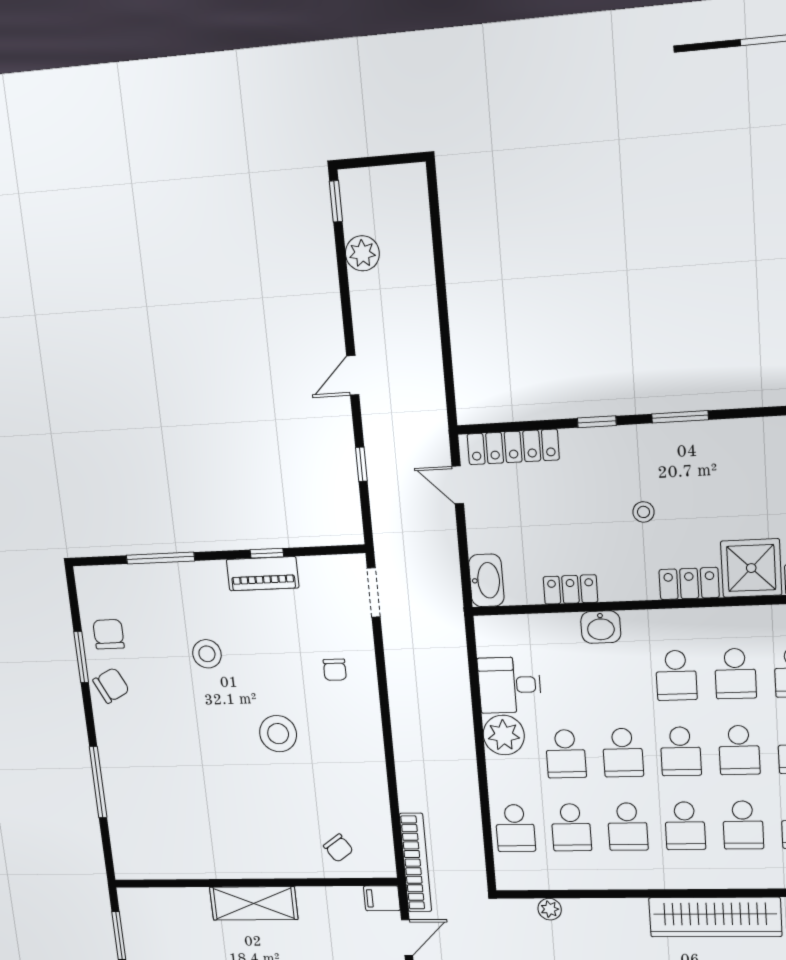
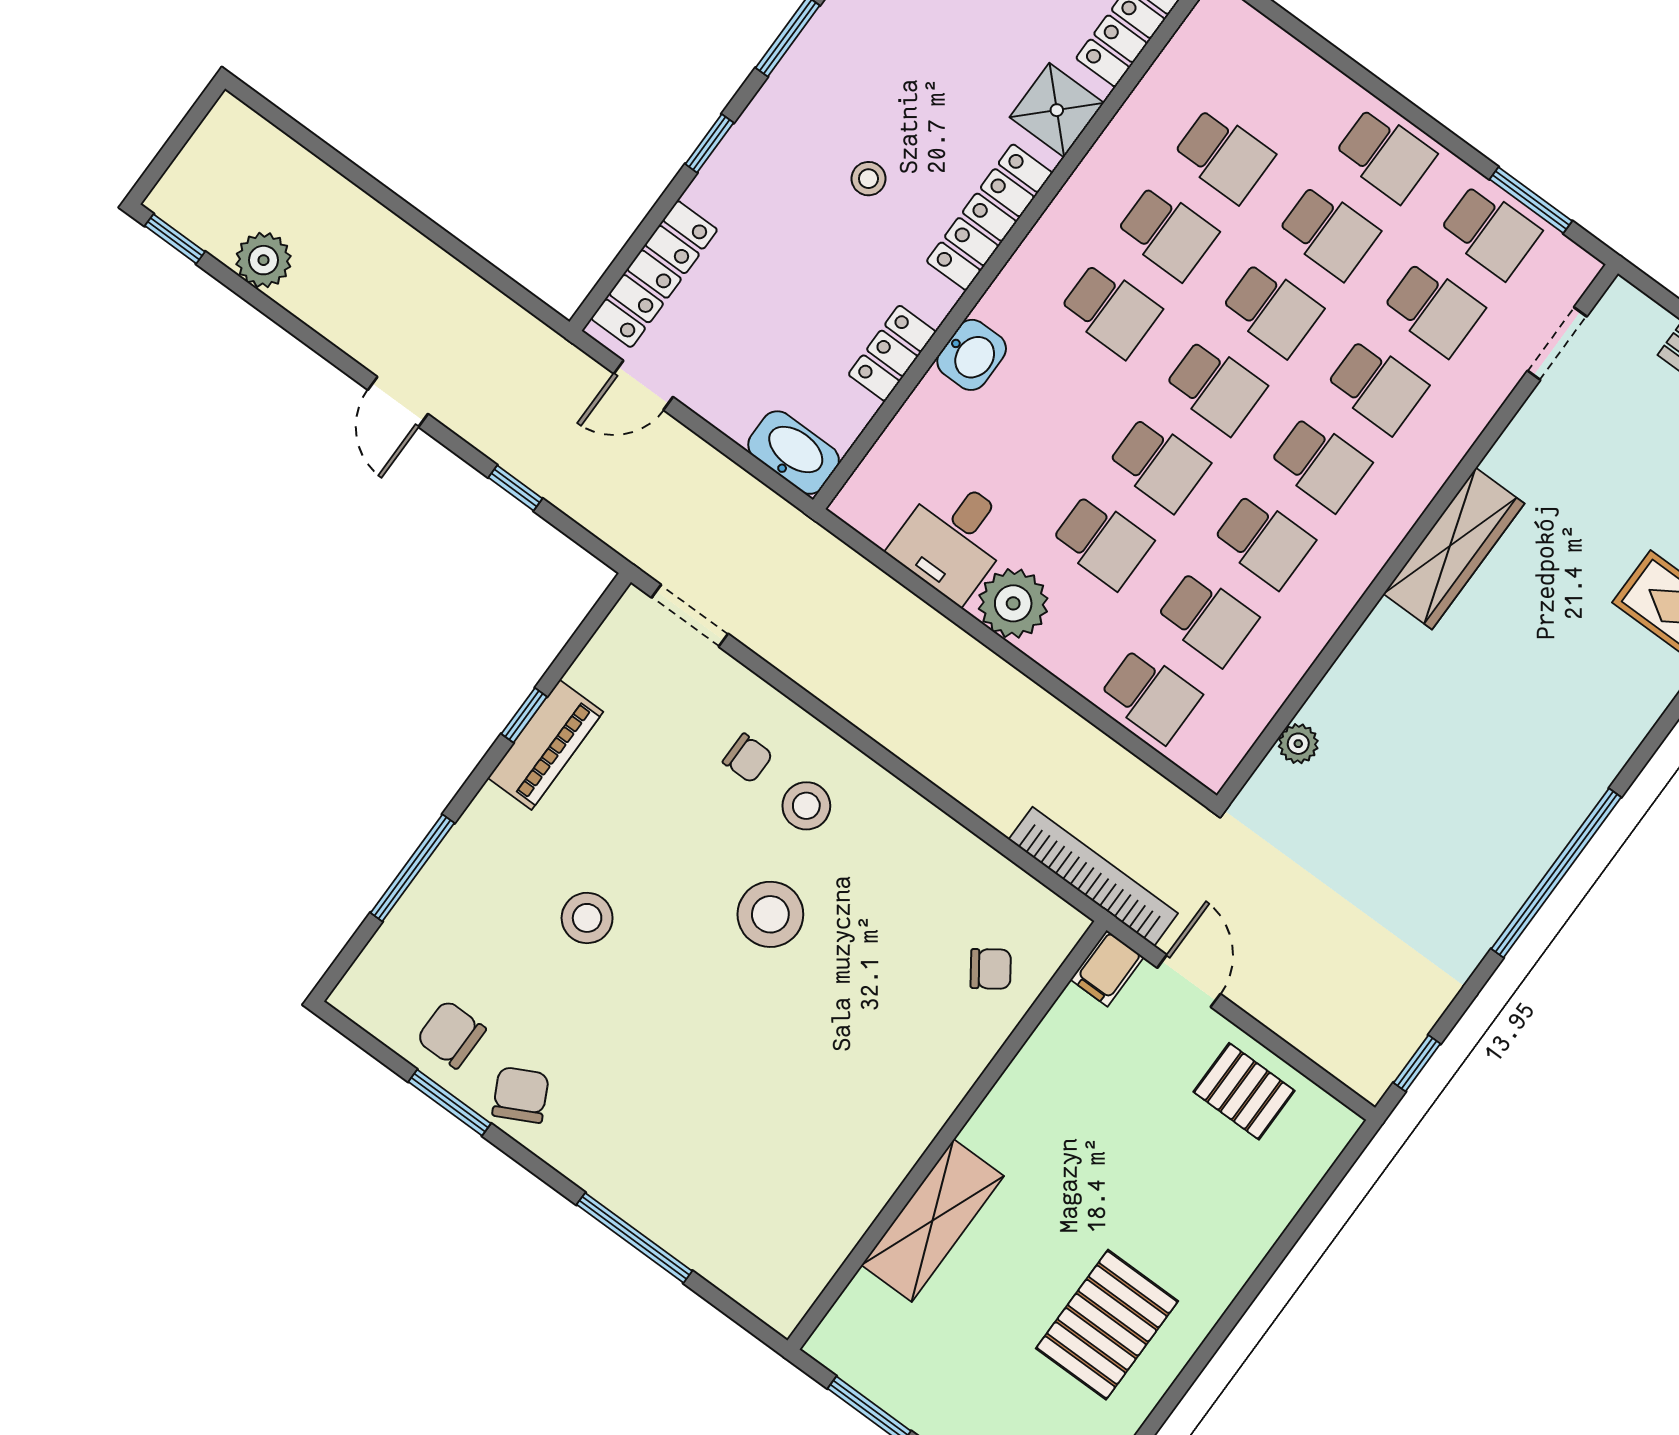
shower: (751, 568) -> (1057, 110), width x0.73, depth x0.73
locker: (689, 584) -> (989, 217), width x1.53
stool: (337, 712) -> (806, 806), added
shelving: (254, 903) -> (933, 1221), moved
wardrobe: (715, 917) -> (1454, 549), width x0.71, depth x0.85

